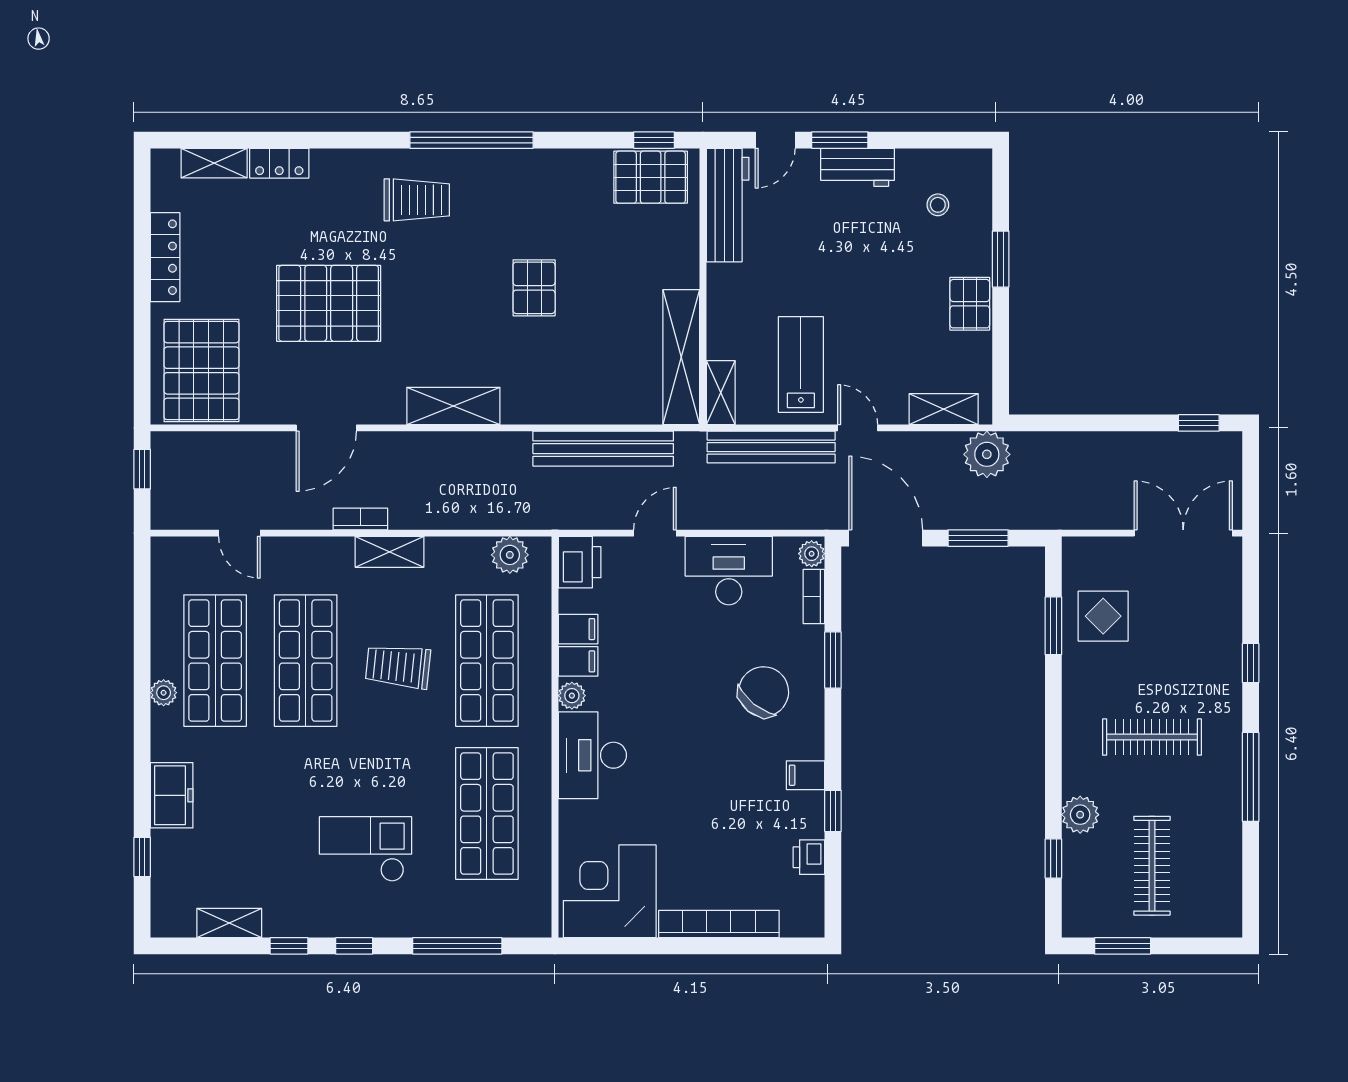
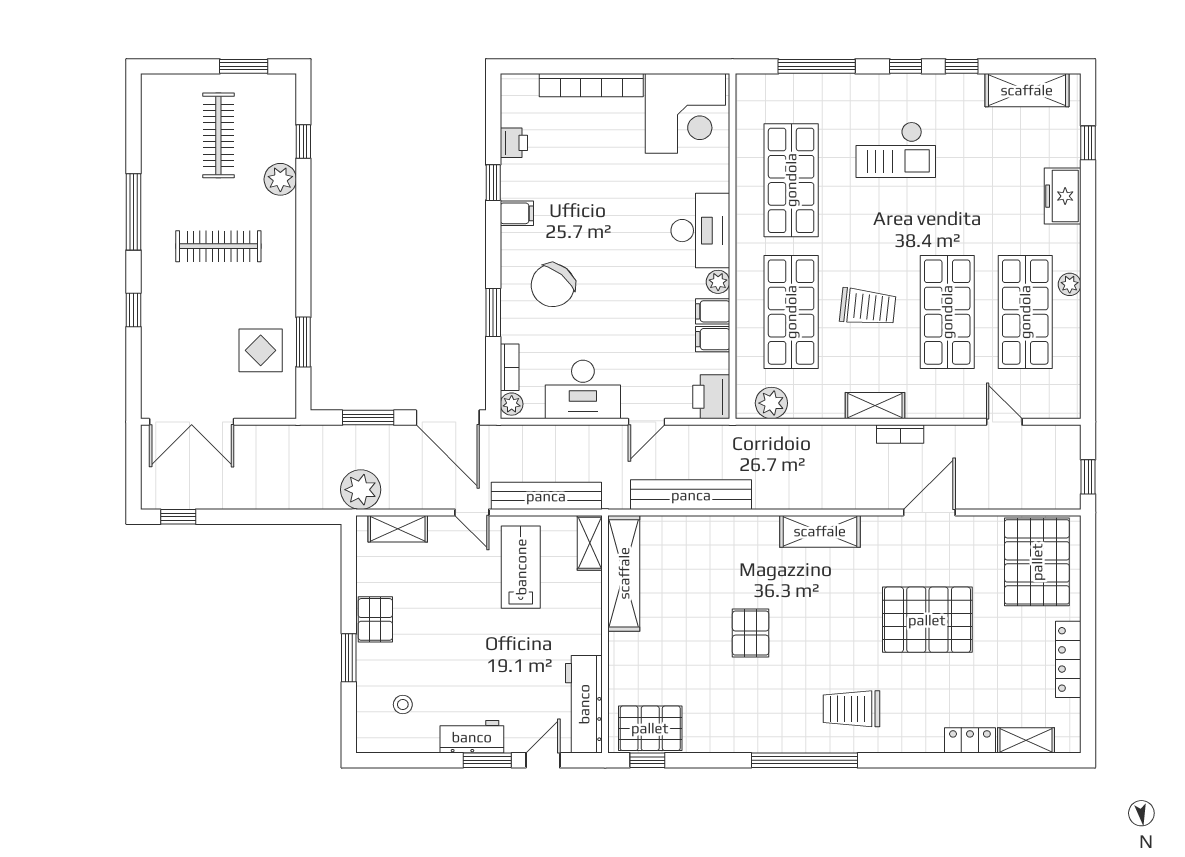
lab bench: (801, 364) -> (521, 567), turned 180
shelving: (229, 923) -> (1027, 90), width x1.50, depth x1.33

